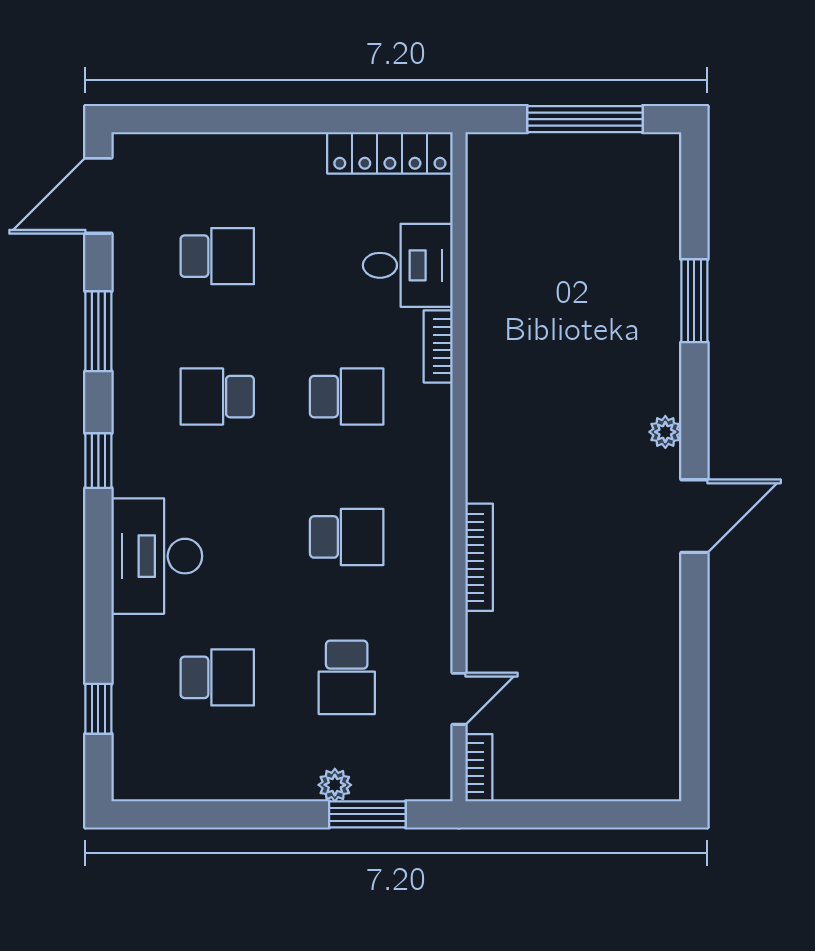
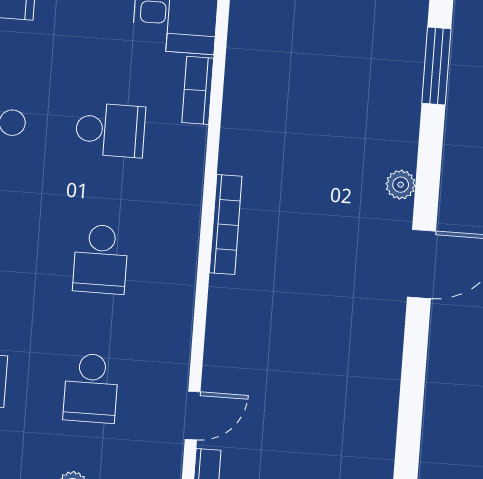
school desk: (347, 537) -> (101, 259), turned 90
bookcase: (479, 557) -> (226, 225), moved

